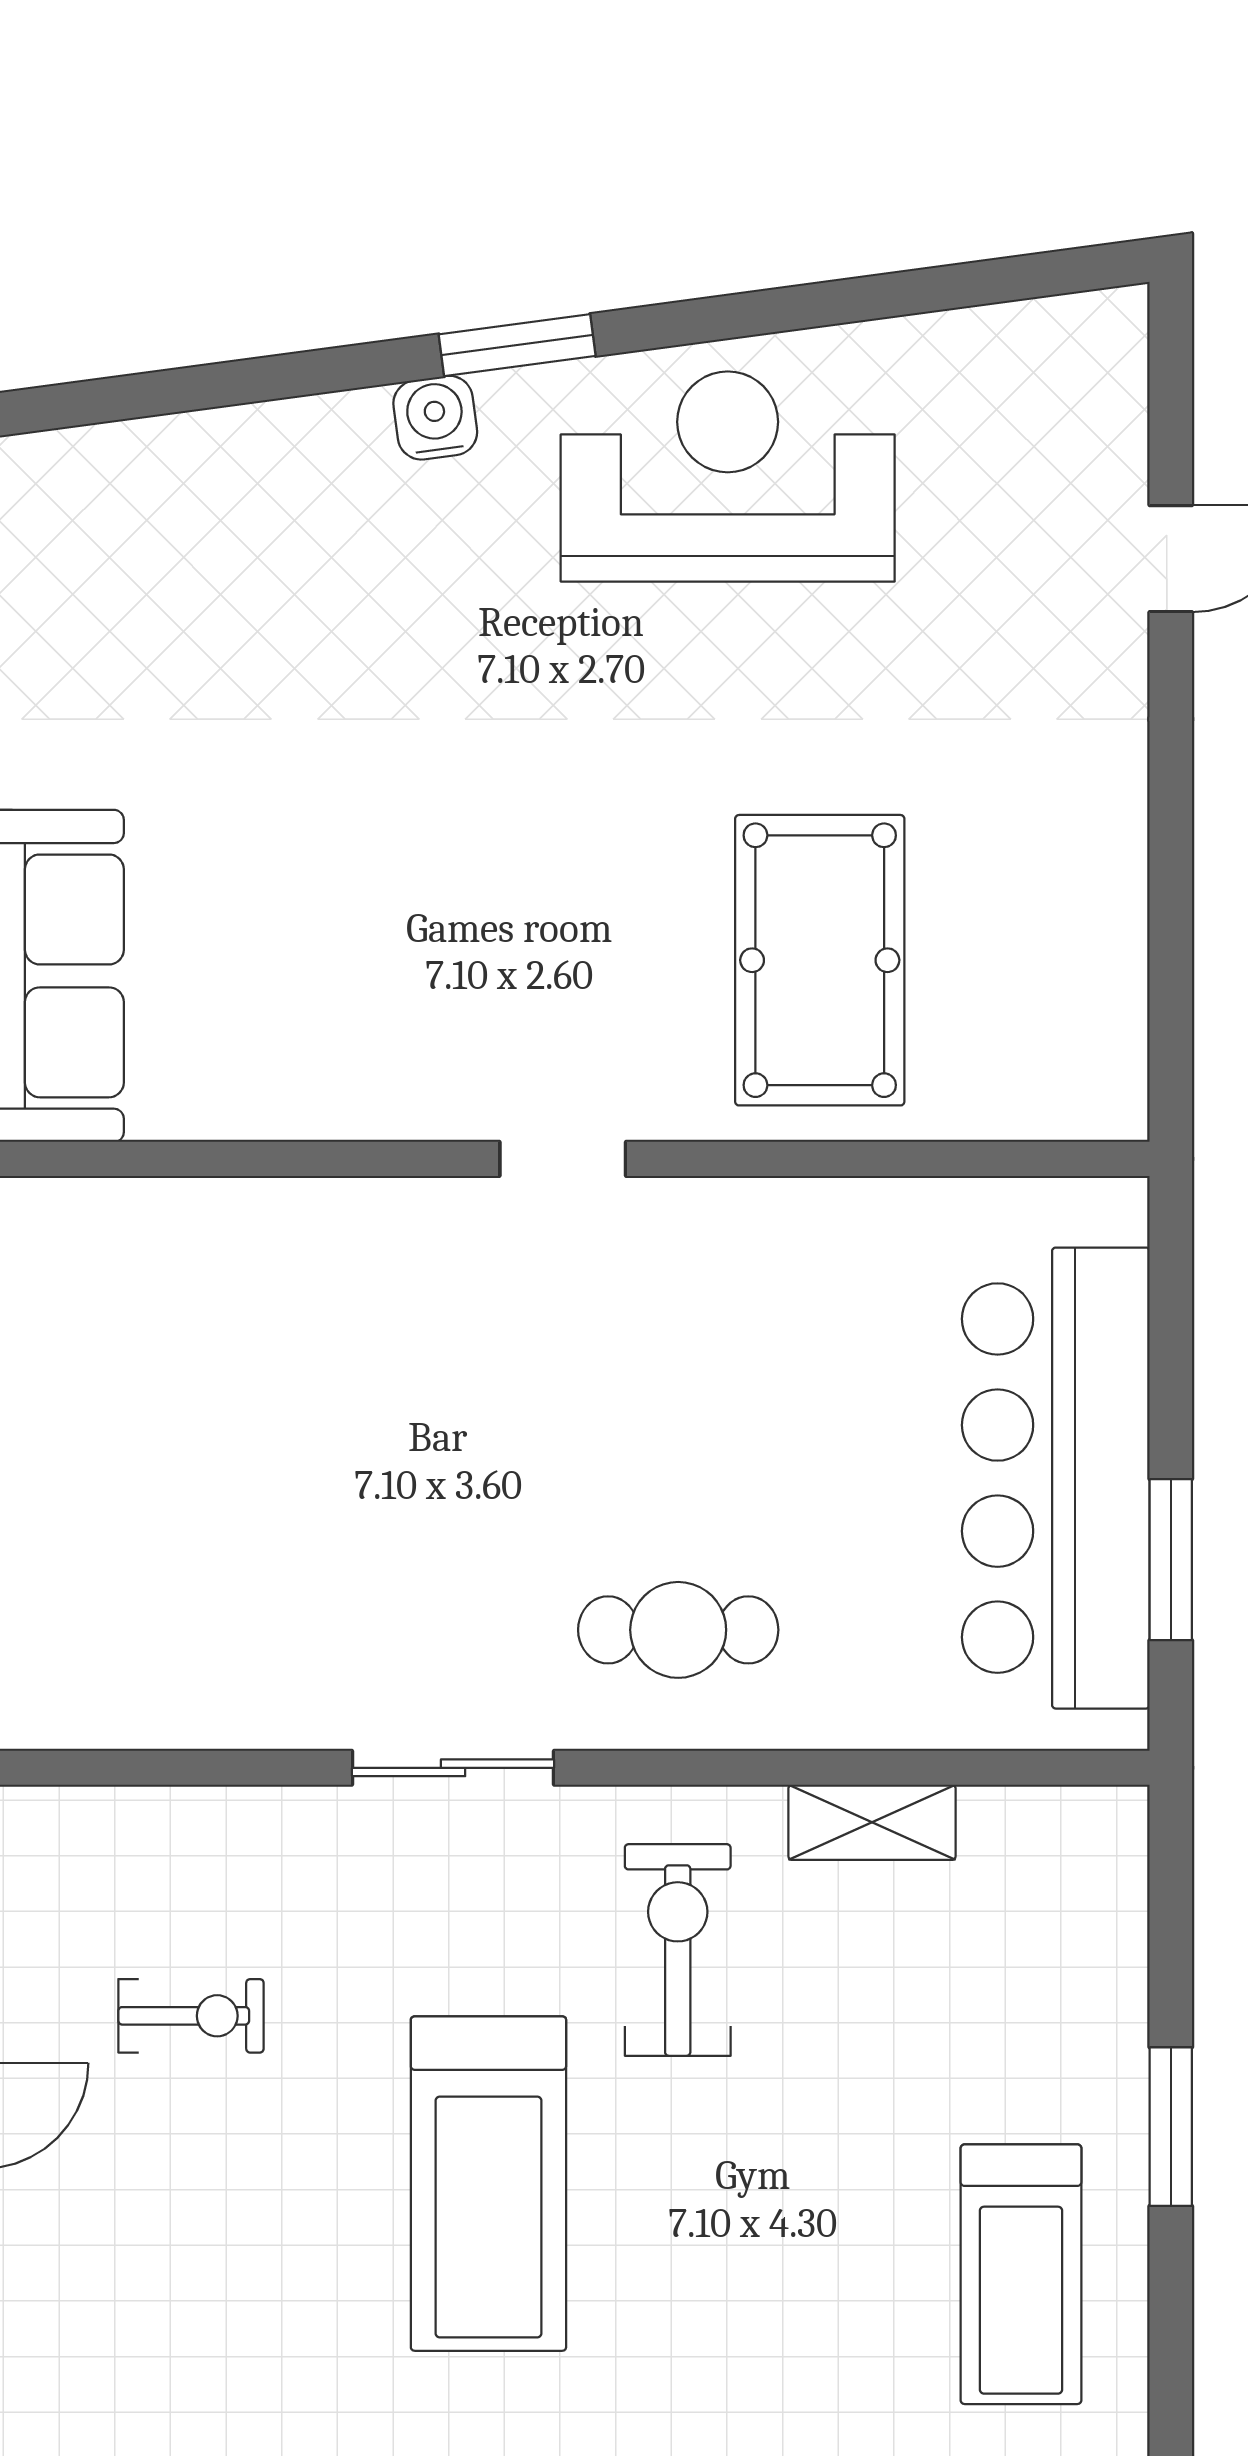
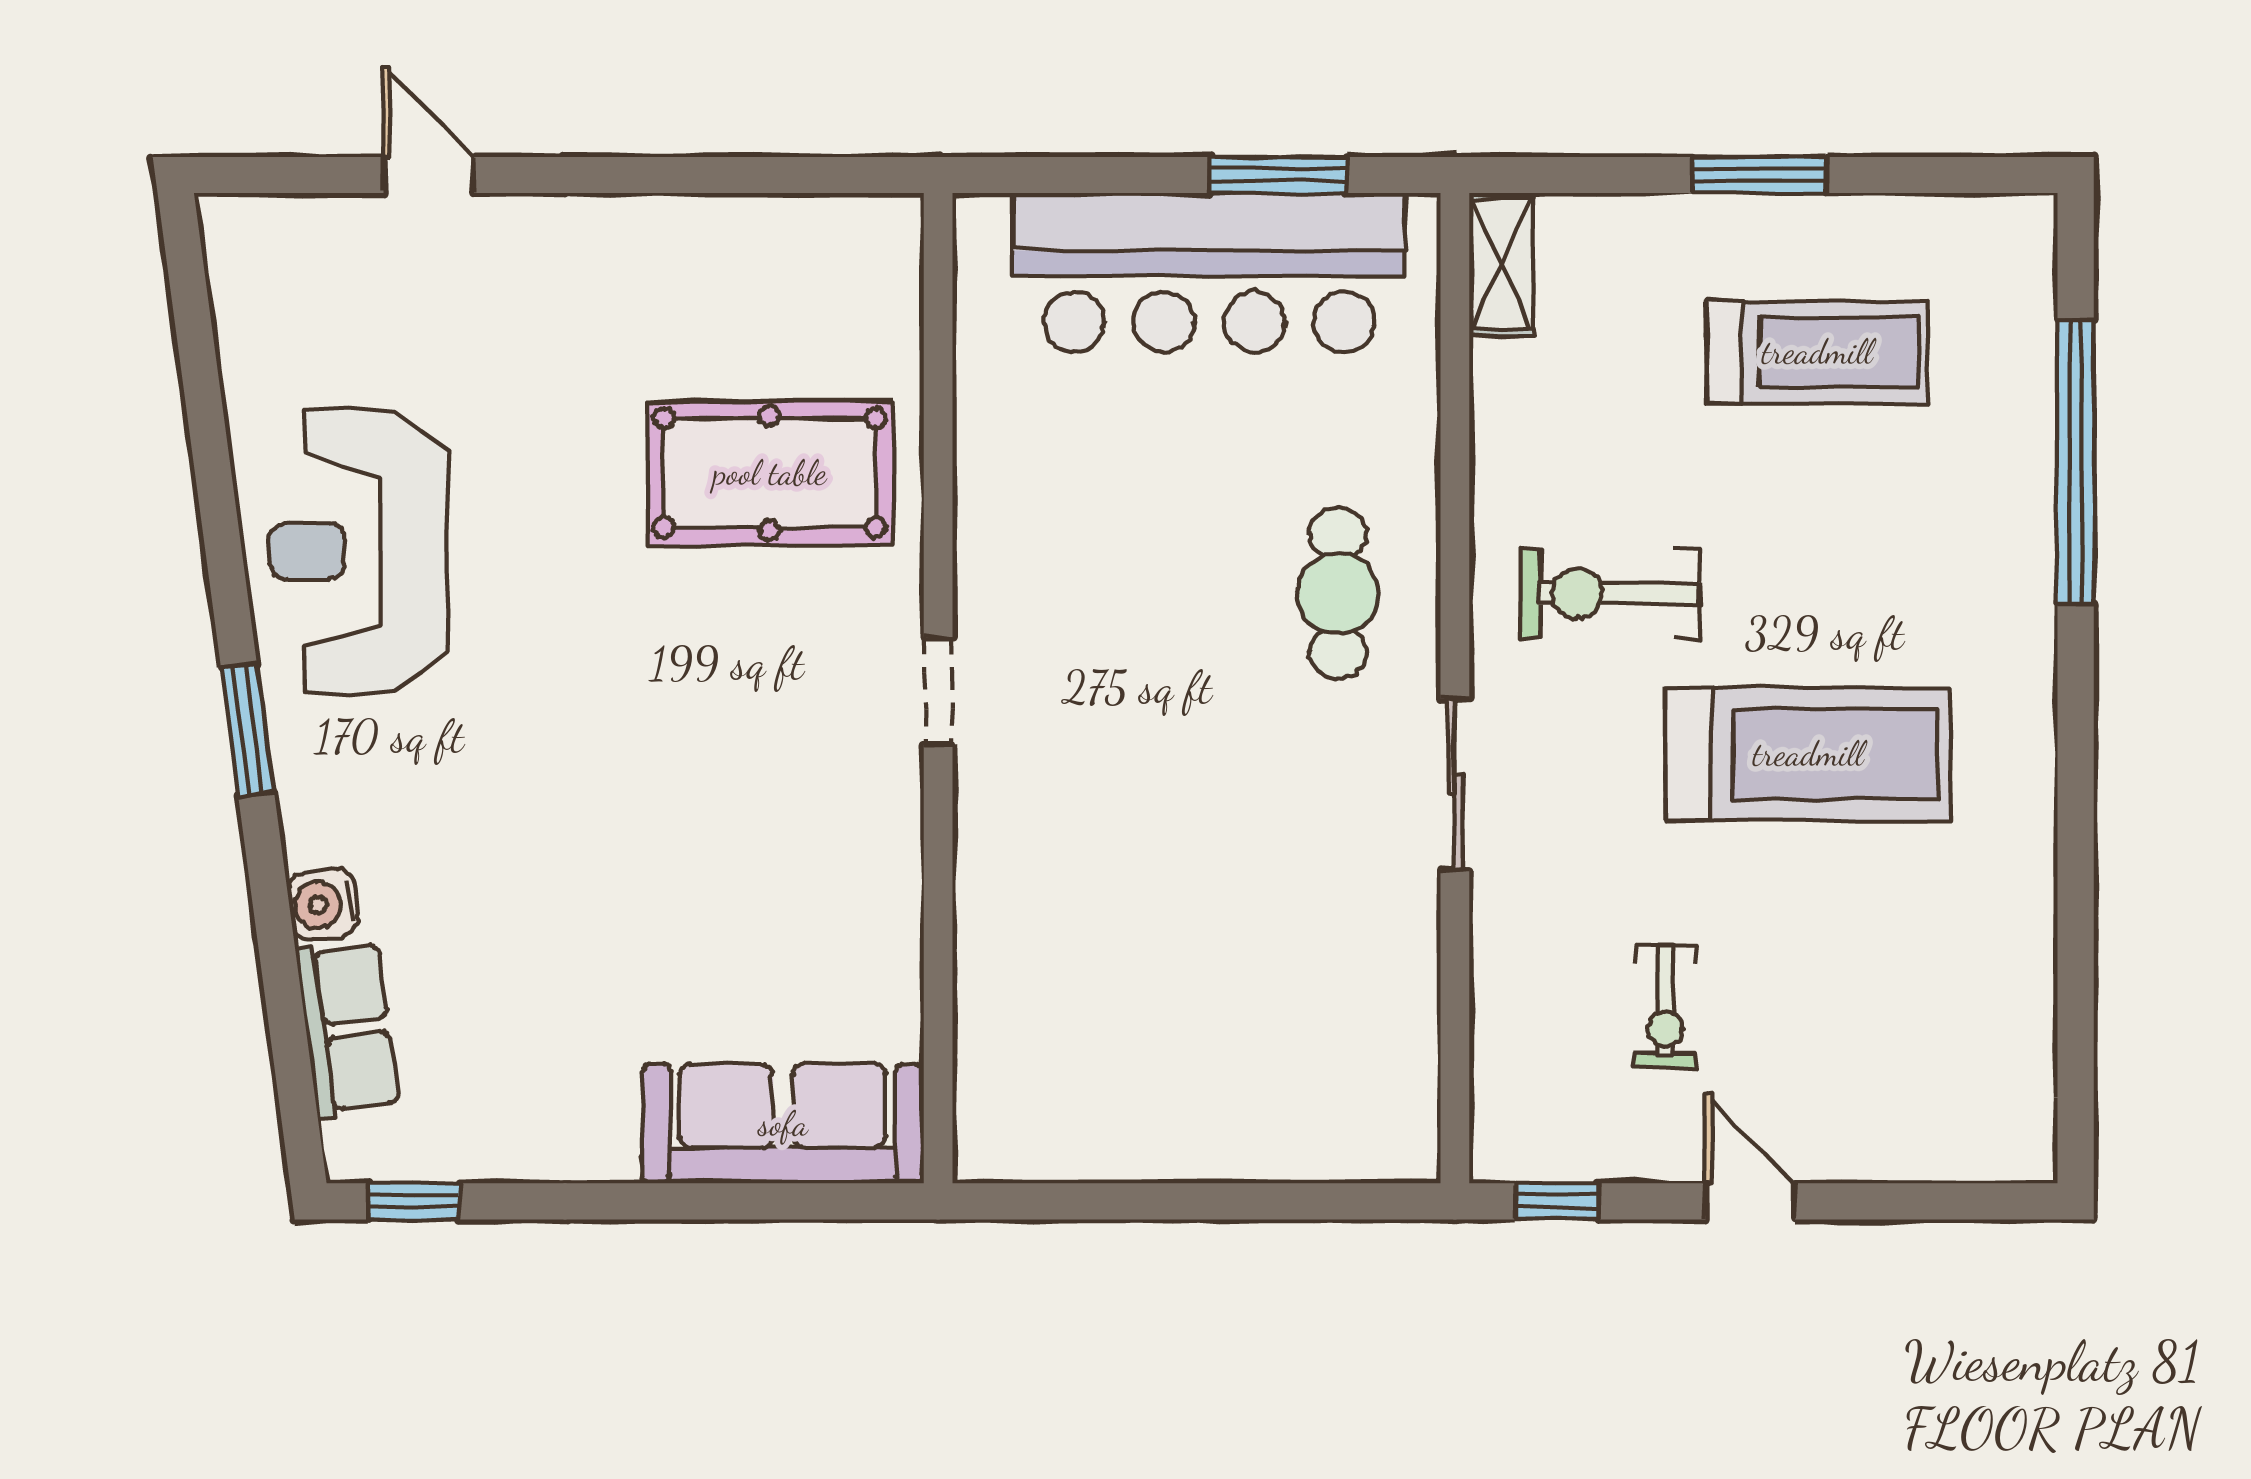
water cooler: (435, 418) -> (323, 904), moved
row of seats: (165, 463) -> (348, 1029), added
shelving: (872, 1822) -> (1501, 264), moved
exercise bike: (191, 2016) -> (1665, 1007), turned 180
treadmill: (1021, 2274) -> (1817, 352), moved

